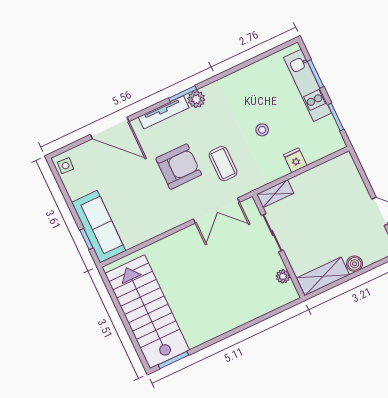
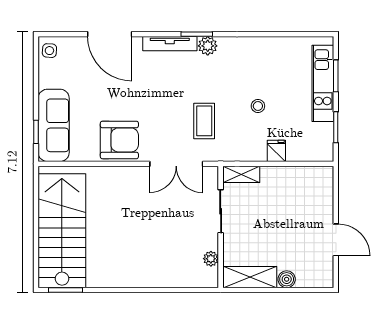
armchair: (179, 167) -> (119, 140), moved

